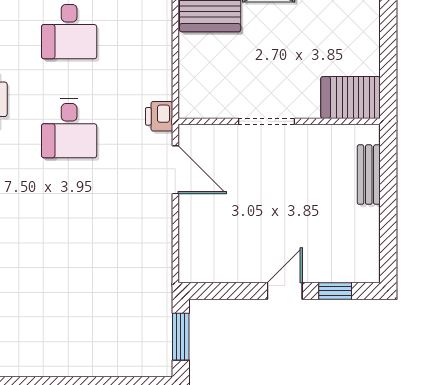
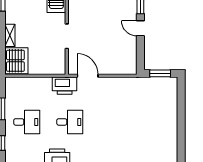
printer: (159, 116) -> (65, 86), width x1.87, depth x1.48
door: (175, 170) -> (88, 76), hinge flipped

